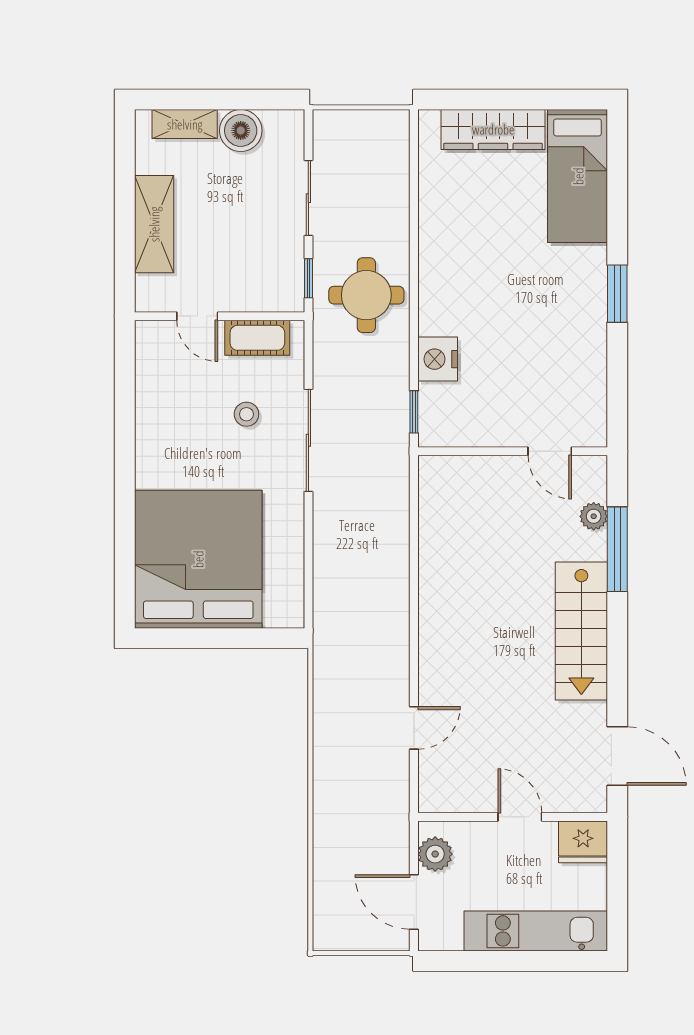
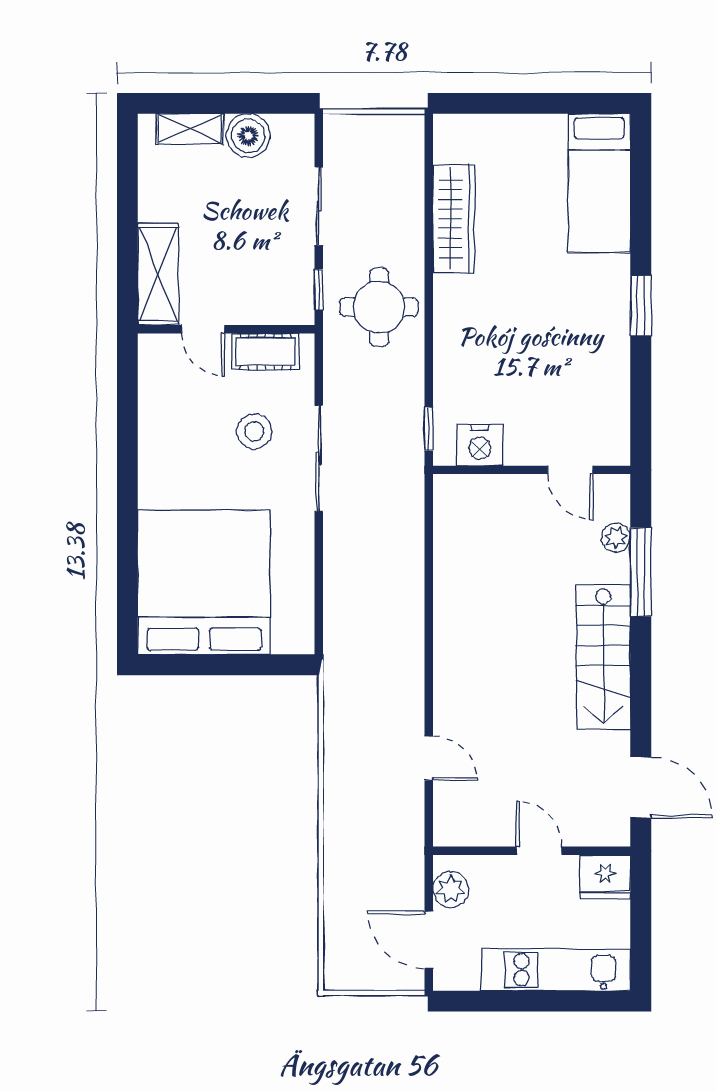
wardrobe: (493, 129) -> (454, 219), moved, turned -90
shelving: (154, 224) -> (158, 274), moved
nightstand: (438, 359) -> (480, 445), moved, turned -90
stool: (246, 414) -> (254, 431), width x1.37, depth x1.37
door: (414, 728) -> (429, 758), hinge flipped

